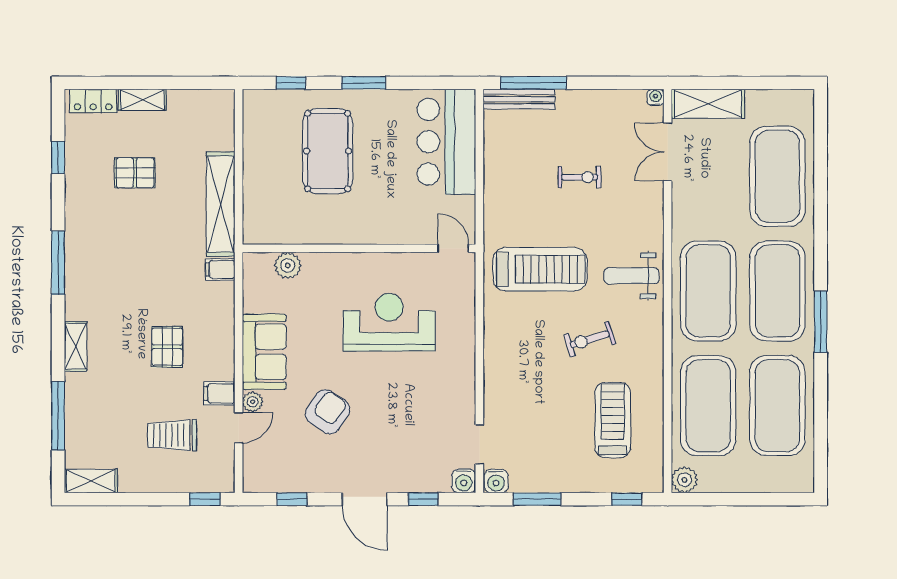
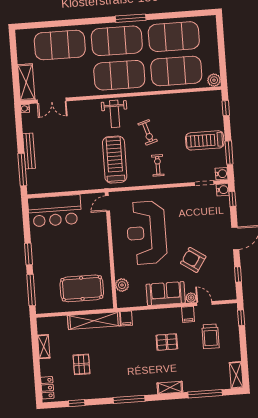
window: (291, 83) -> (31, 290), width x2.17
bench: (519, 99) -> (29, 151), moved
shelving: (142, 100) -> (44, 347), moved
pool table: (328, 151) -> (82, 288), moved
exercise bike: (580, 177) -> (158, 165), moved
reception desk: (389, 322) -> (146, 233), width x1.36, depth x1.30
treadmill: (613, 420) -> (205, 140), moved
window: (423, 499) -> (232, 199), moved

